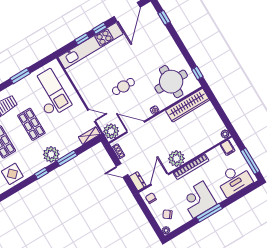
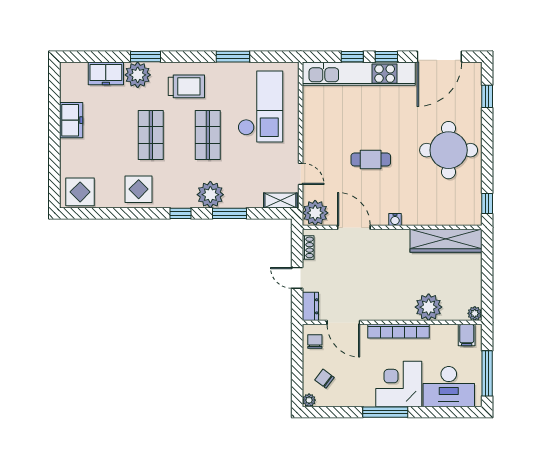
round table: (171, 82) -> (449, 150), moved
plant: (176, 159) -> (429, 307), moved
door: (160, 179) -> (343, 322), swing flipped
corner desk: (198, 200) -> (399, 384), moved

